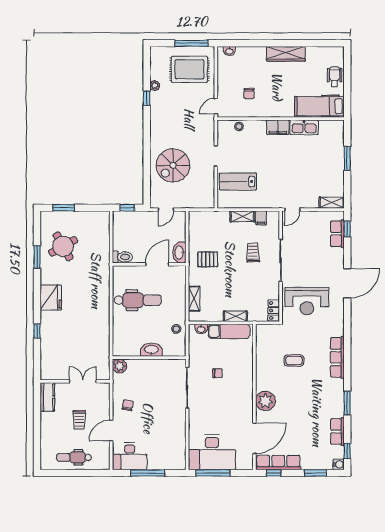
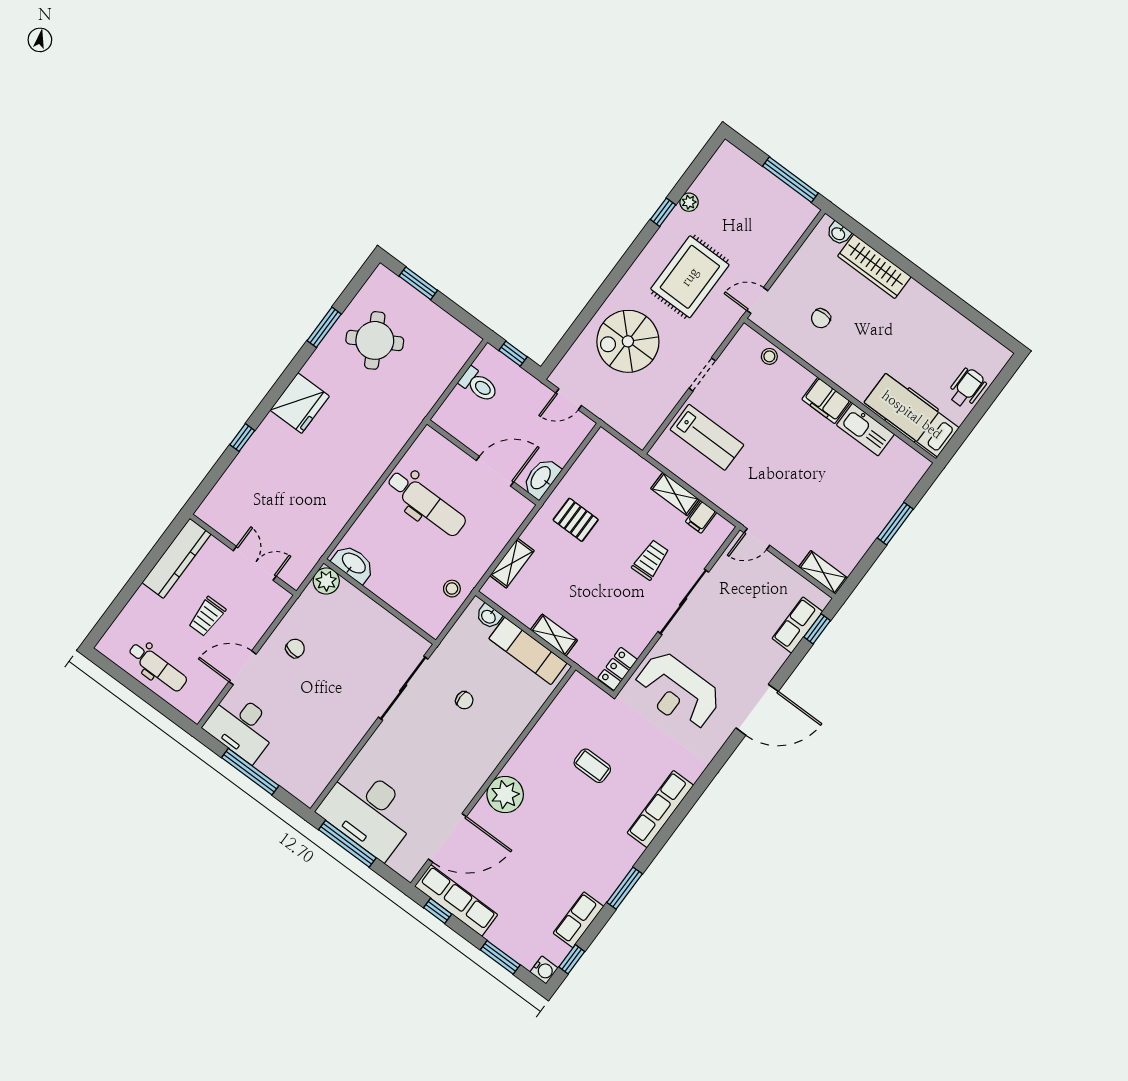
wardrobe: (286, 54) -> (874, 266), moved
rug: (189, 69) -> (690, 277), moved, turned 90
lab bench: (238, 182) -> (707, 437), turned 180
toilet: (122, 257) -> (479, 385), moved
washbasin: (151, 350) -> (353, 564), moved
kitchen counter: (47, 397) -> (177, 558), width x1.50
dental chair: (74, 457) -> (158, 667), turned 180

